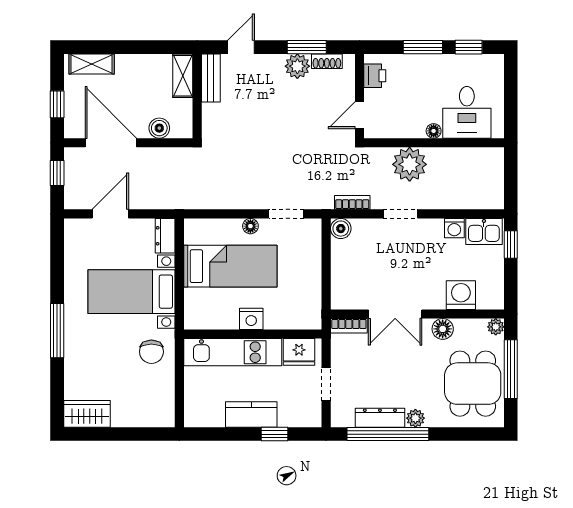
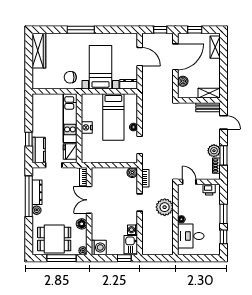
washing machine: (461, 295) -> (99, 247), moved
wardrobe: (87, 414) -> (39, 51), width x1.50
kitchen counter: (251, 415) -> (39, 150), moved

